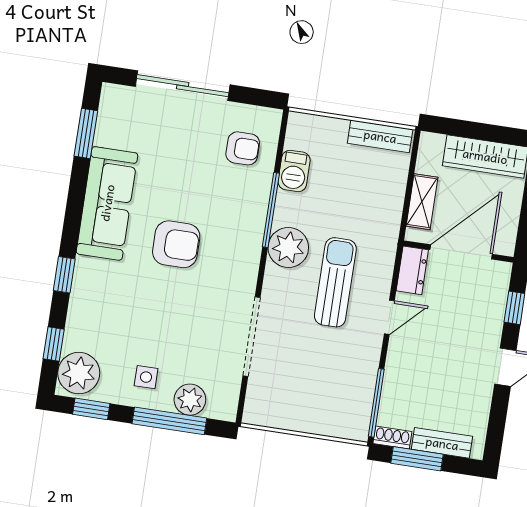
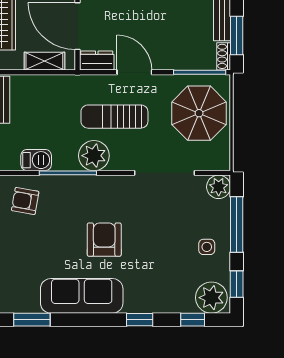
armchair: (243, 148) -> (25, 201), turned -80
door: (389, 317) -> (134, 72), width x1.38
parasol: (323, 394) -> (199, 113), added
plant: (190, 400) -> (219, 187), moved

